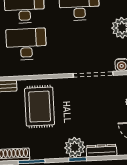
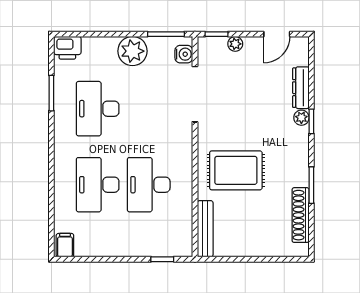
plant: (75, 147) -> (301, 118), width x0.53, depth x0.53

